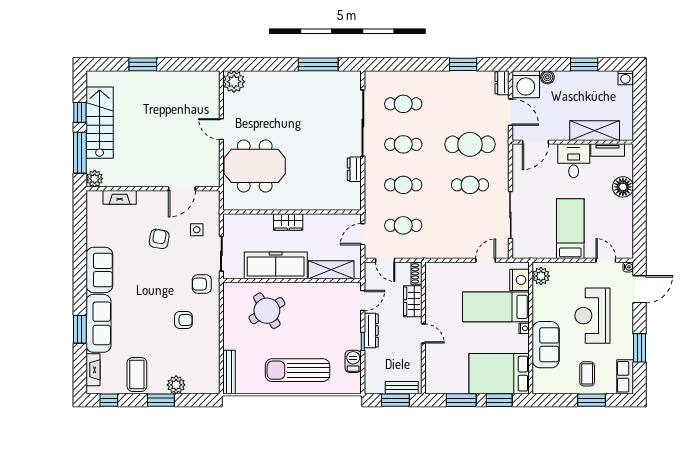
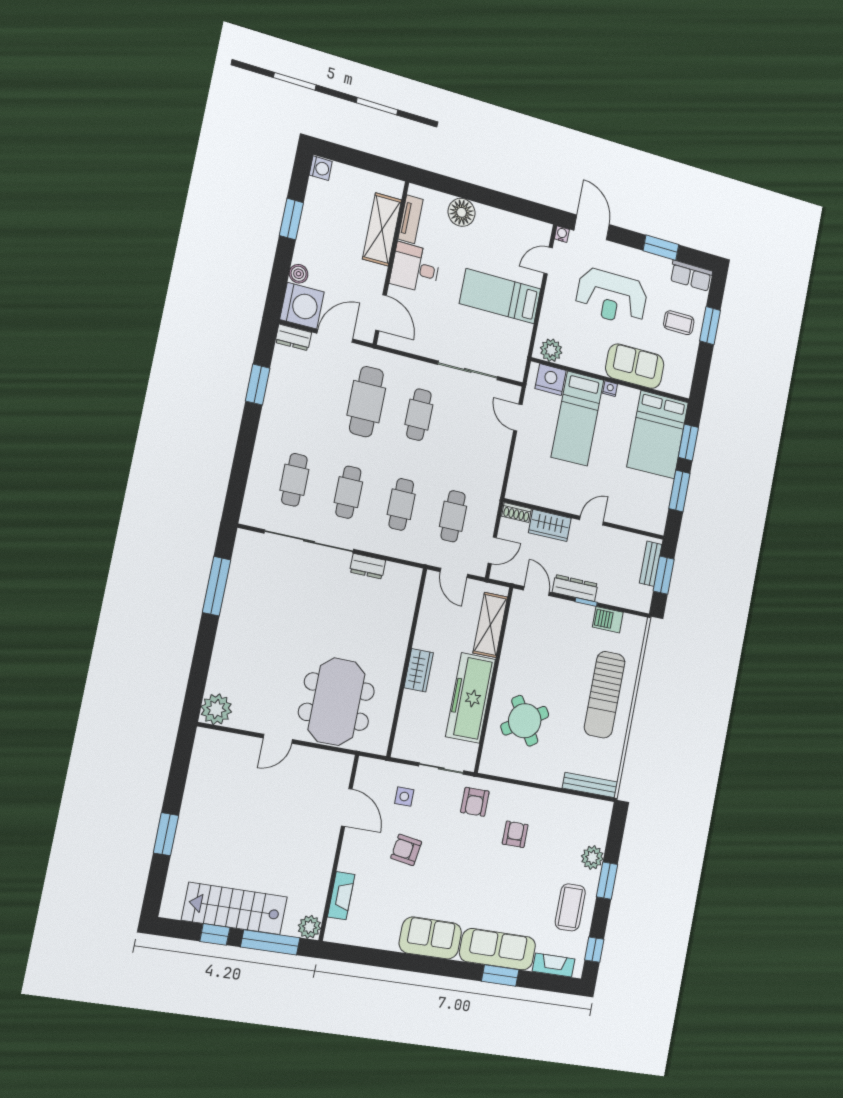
coffee table: (137, 374) -> (570, 907), turned 90

